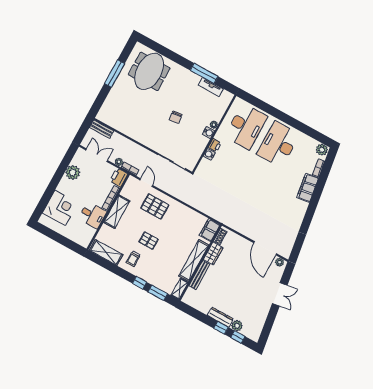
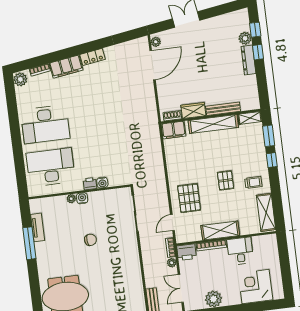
locker: (301, 211) -> (93, 57), added

